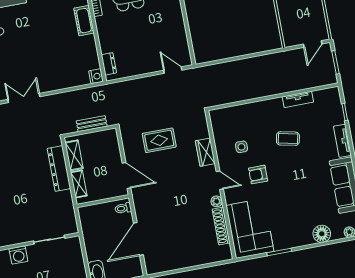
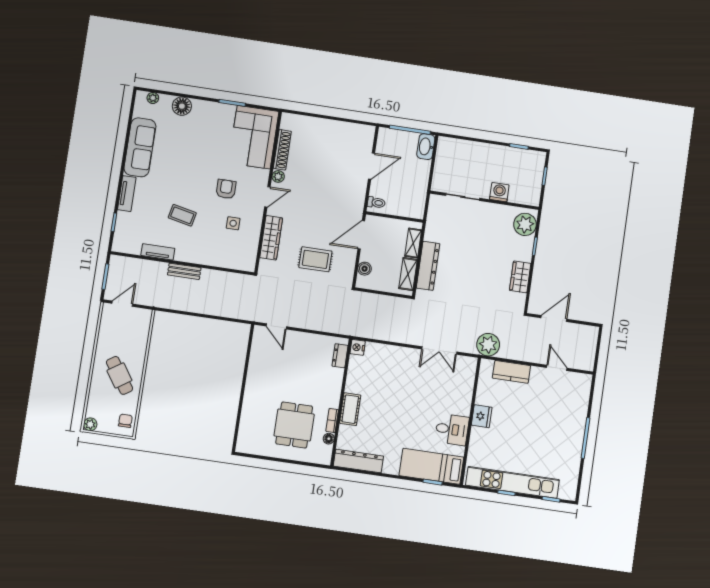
bench: (92, 124) -> (184, 271), moved
boiler: (114, 147) -> (365, 269), added
wardrobe: (205, 152) -> (271, 238), width x1.50
door: (126, 175) -> (361, 235), hinge flipped
armchair: (258, 175) -> (226, 189), turned -90
door: (220, 180) -> (267, 197), swing flipped
door: (138, 239) -> (371, 166), width x0.73

